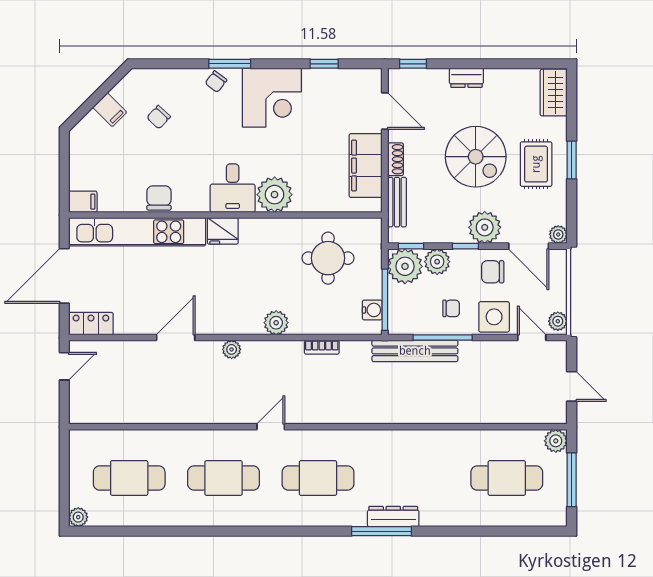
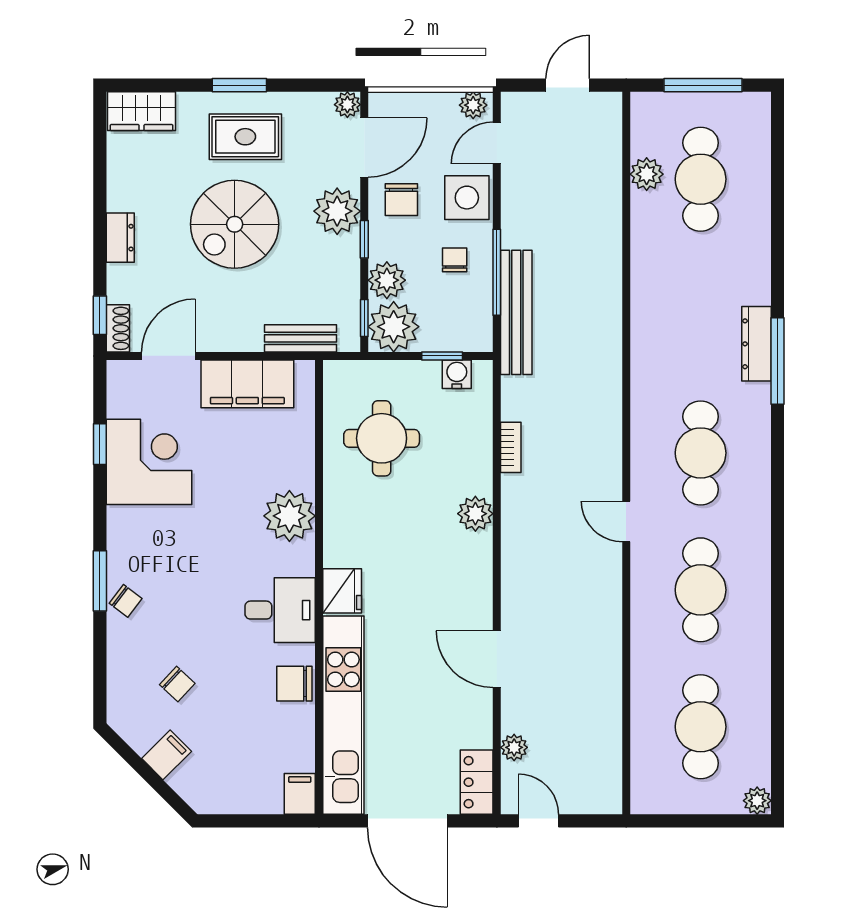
corner desk: (272, 98) -> (149, 462), moved
spiral stairs: (476, 157) -> (235, 224), turned 180
shoe rack: (395, 159) -> (118, 328), moved, turned 90
desk: (233, 188) -> (280, 610), moved
window: (385, 300) -> (442, 356), width x0.46
plant: (232, 349) -> (514, 747), moved
plant: (556, 441) -> (647, 174), moved

